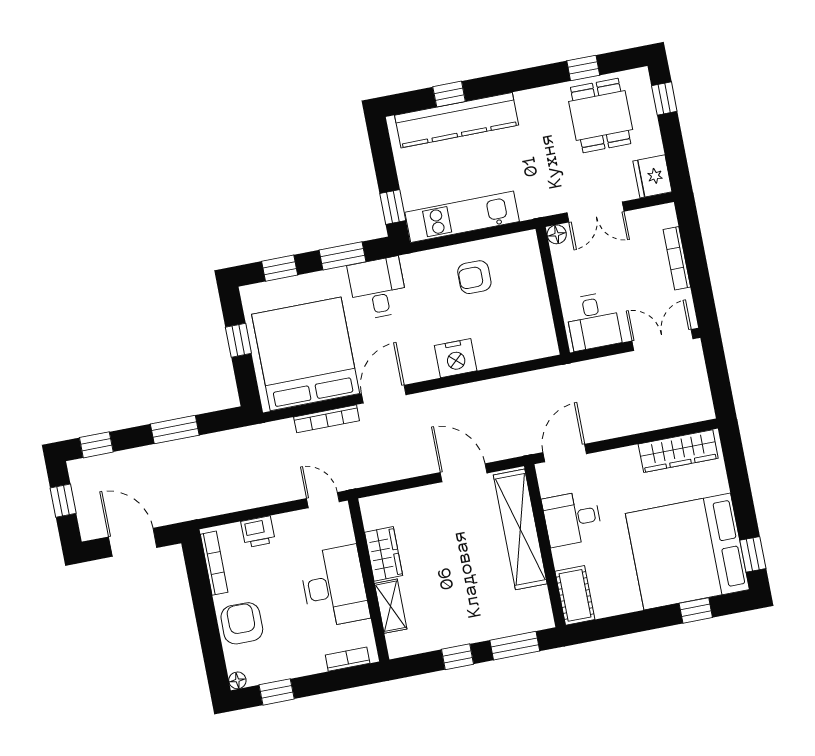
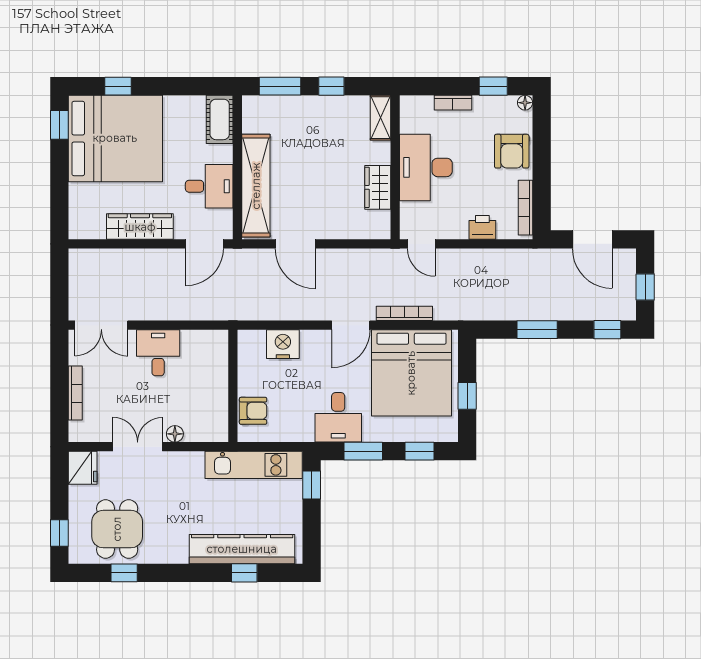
wall: (553, 291) -> (233, 386), moved
wardrobe: (678, 451) -> (140, 227), moved
shelving: (391, 606) -> (380, 118), moved
bookcase: (348, 659) -> (453, 103), moved

